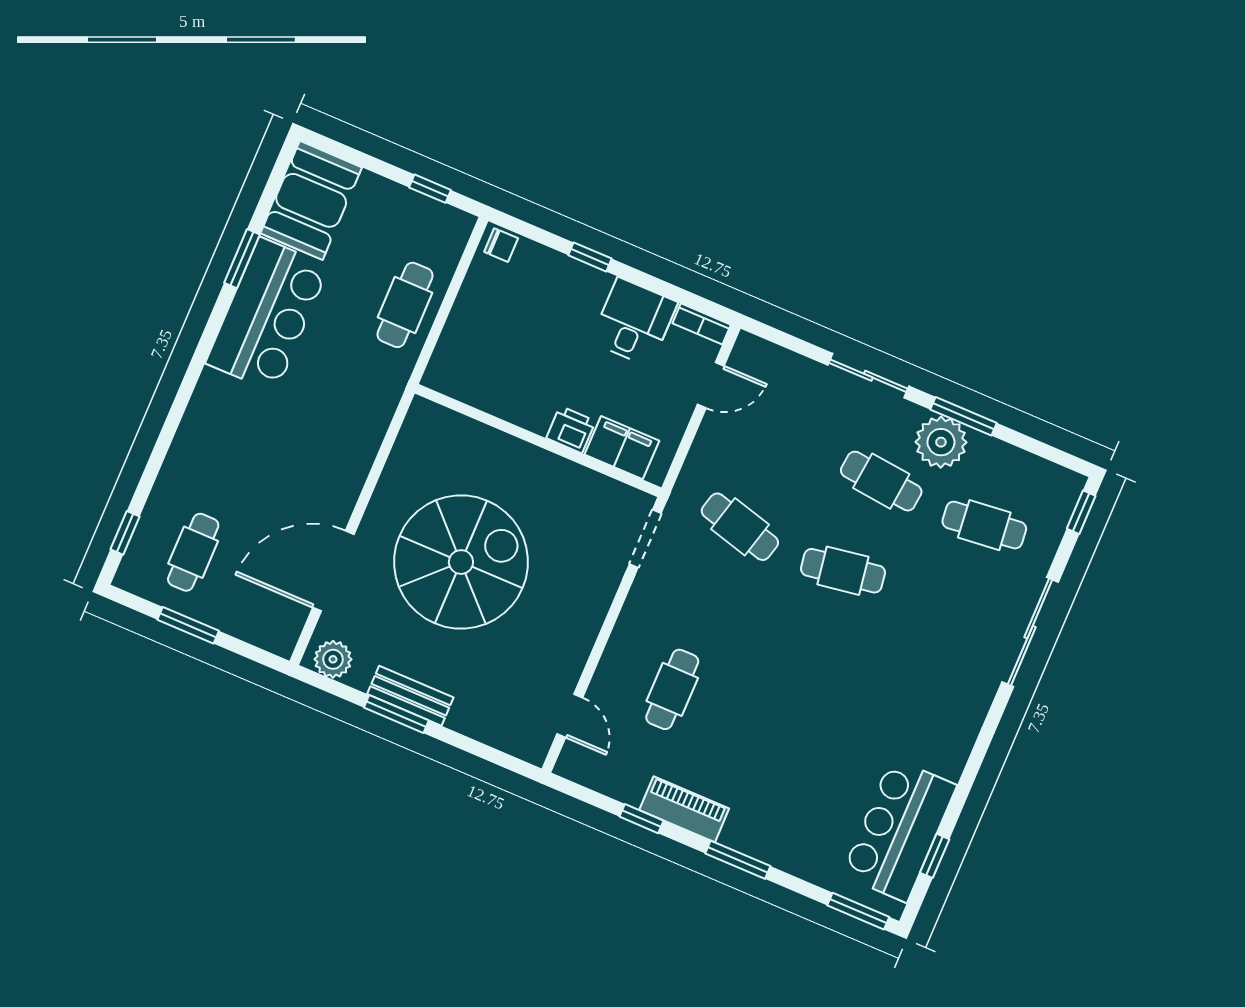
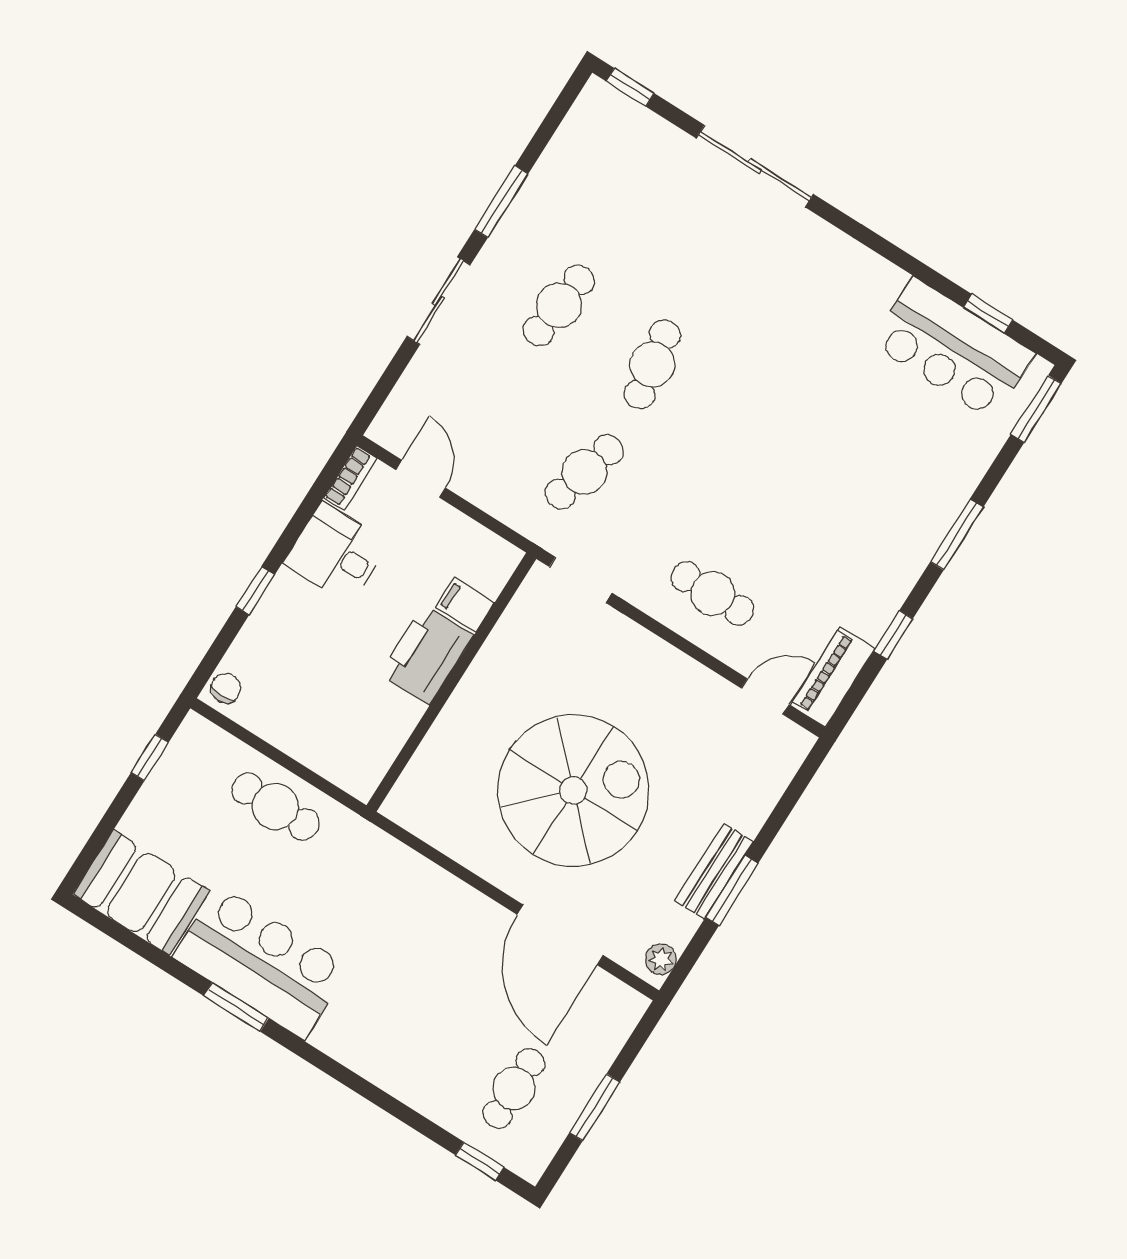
window: (242, 259) -> (236, 1007), moved
printer: (571, 430) -> (427, 655), width x1.87, depth x1.48
plant: (941, 442) -> (526, 231), removed
filing cabinet: (622, 448) -> (465, 605), width x0.50
cafe table: (984, 525) -> (627, 198), removed
cafe table: (193, 552) -> (514, 1088), turned 90
spiral stairs: (461, 562) -> (573, 790), turned 90
plant: (333, 659) -> (661, 959), width x0.73, depth x0.73
cafe table: (672, 689) -> (713, 593), moved
piano: (684, 809) -> (833, 677), moved

